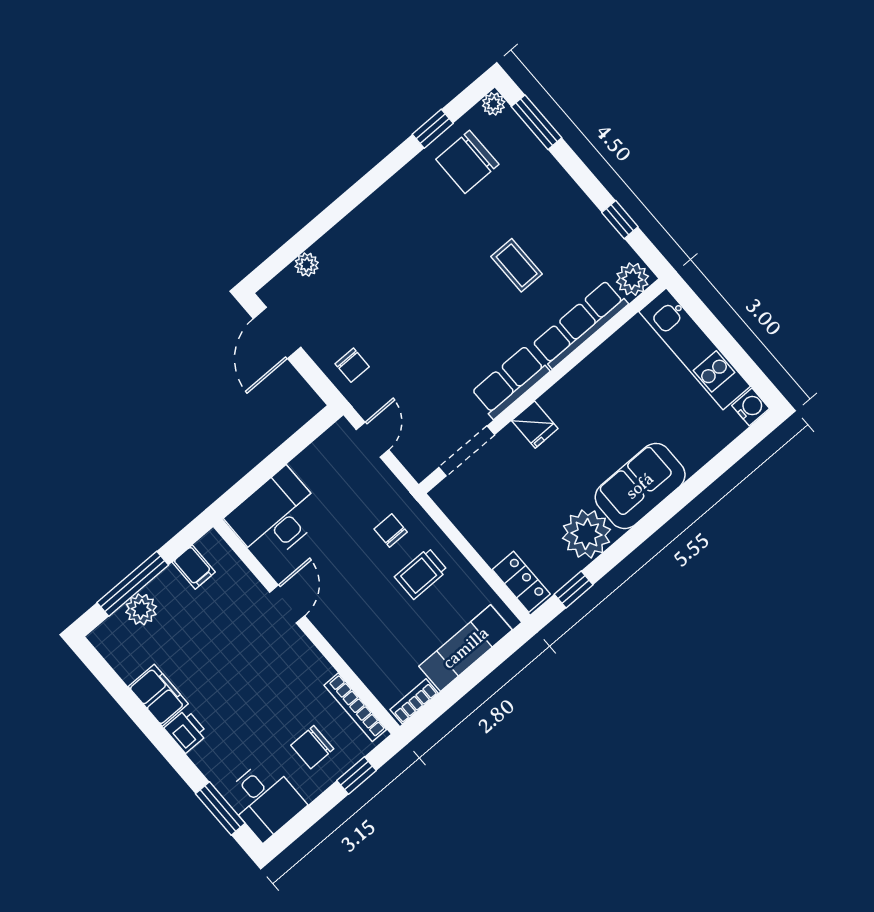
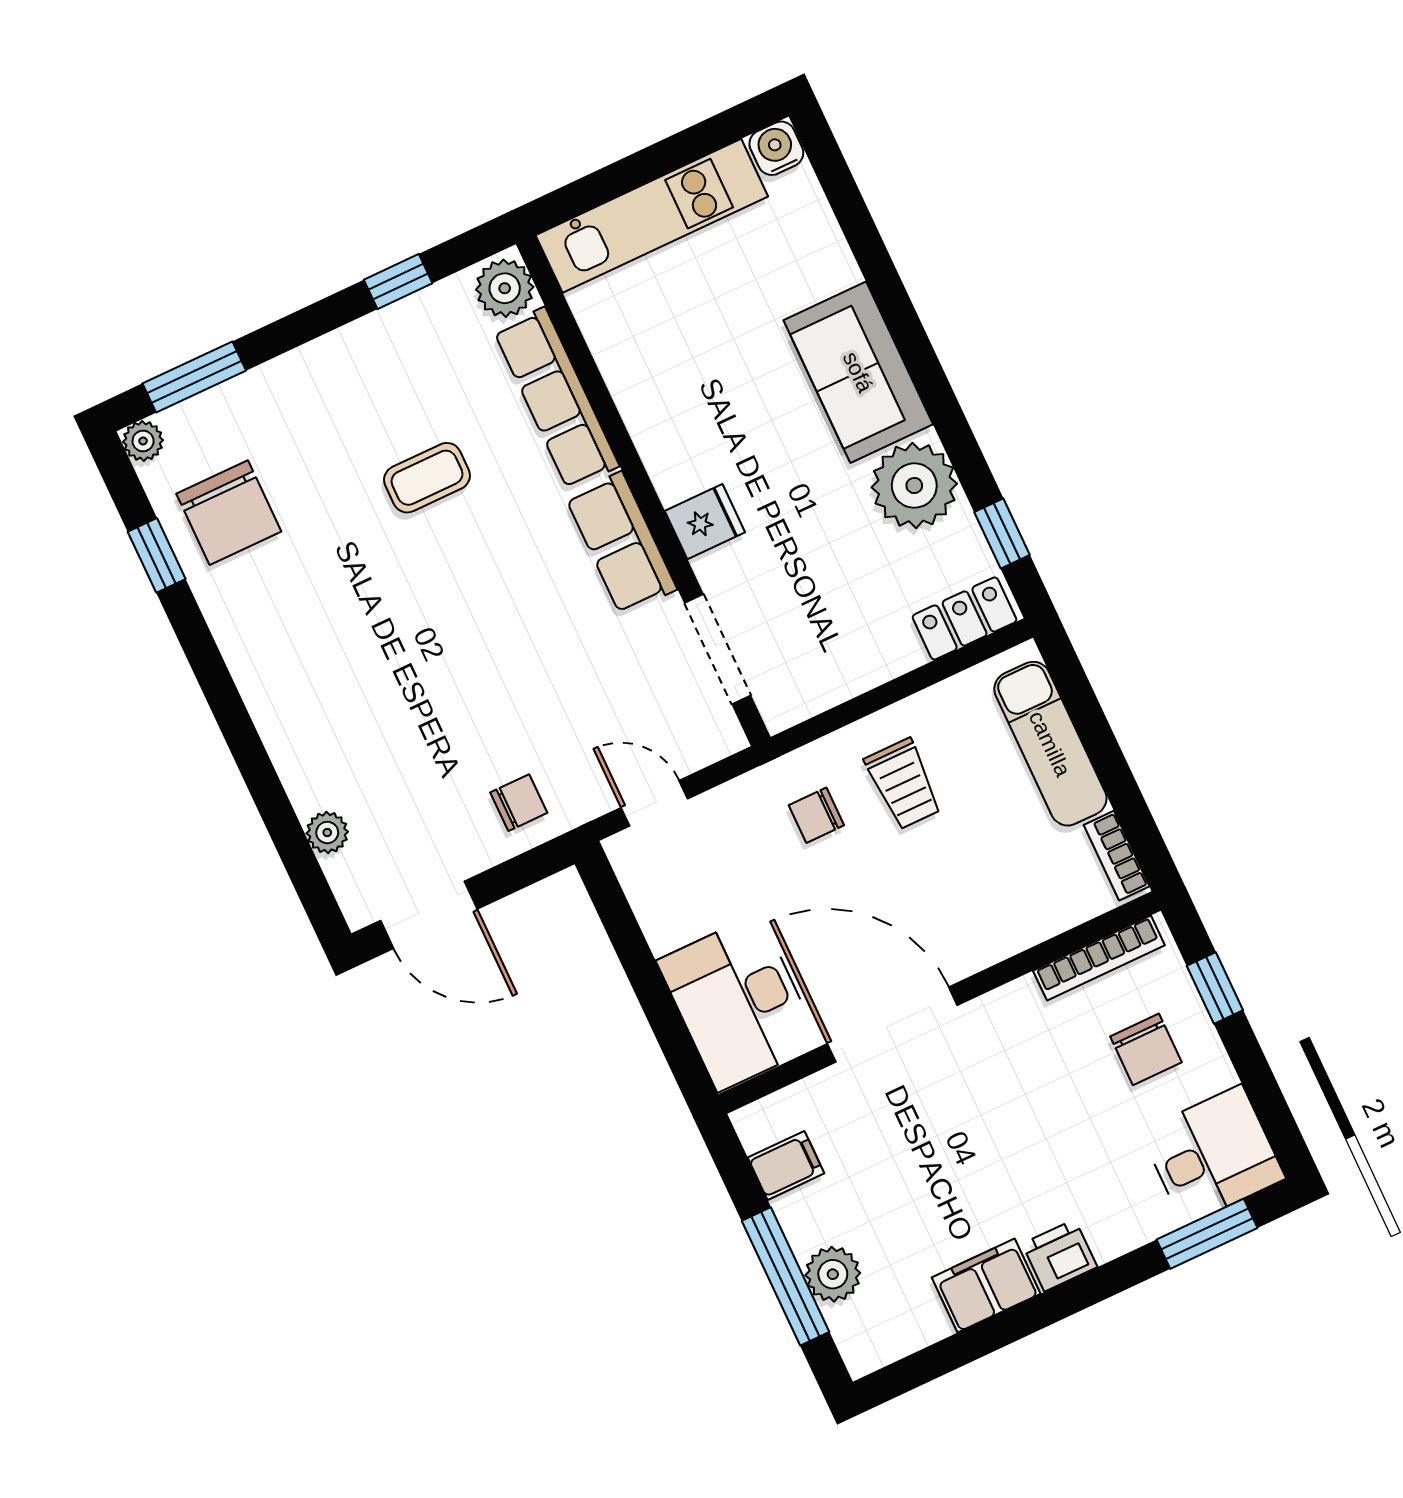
door: (287, 604) -> (892, 1025), width x1.88

